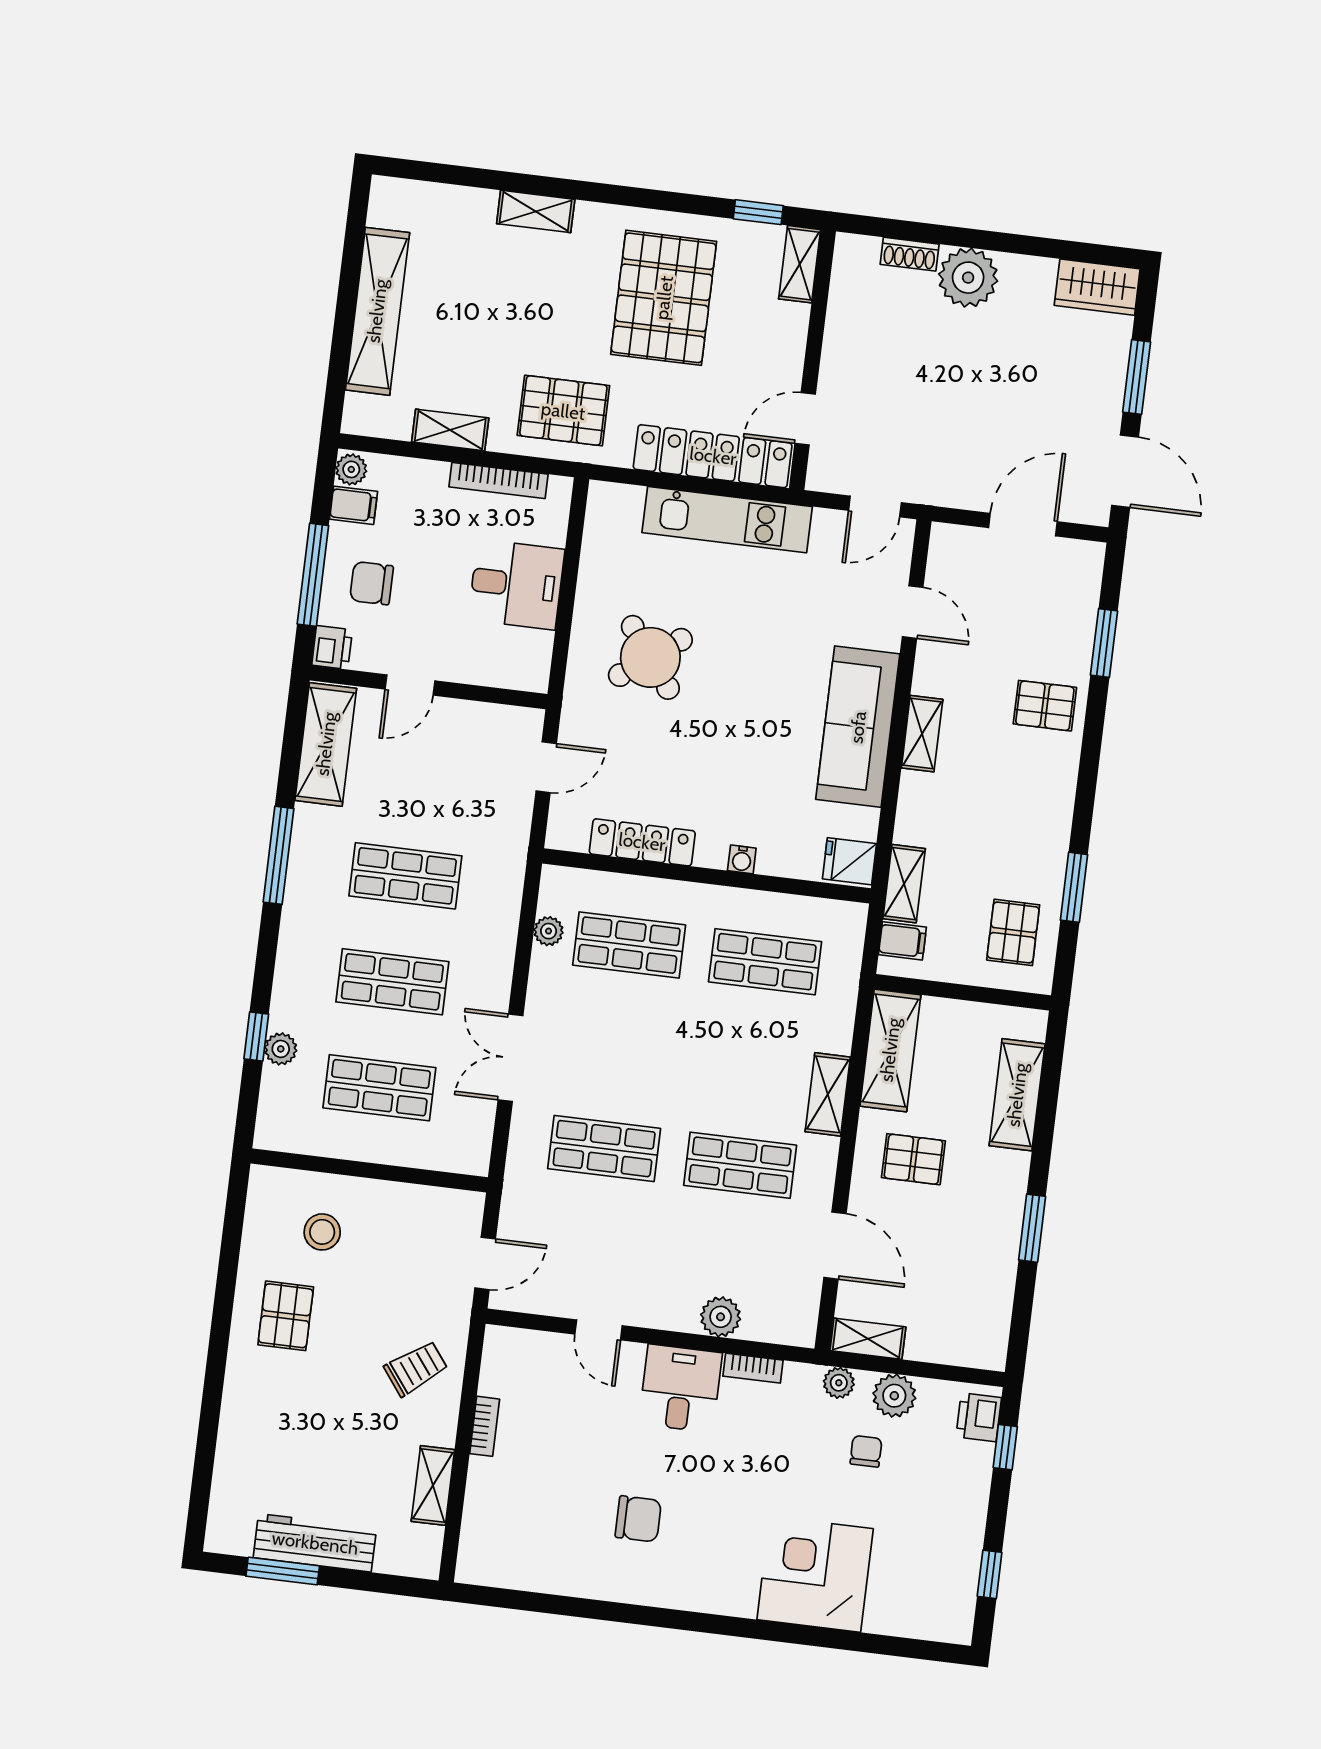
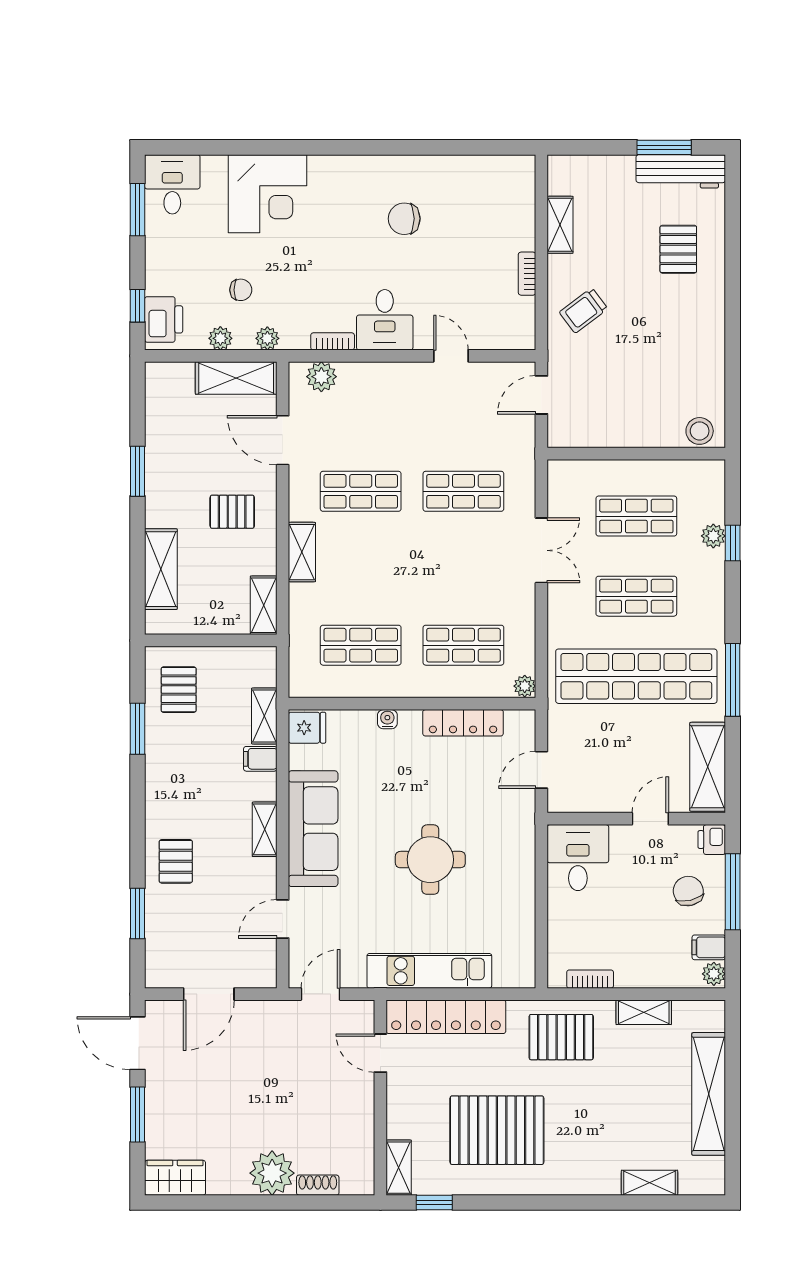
shelving: (536, 211) -> (650, 1183), moved
pallet: (664, 298) -> (497, 1130), turned 90
door: (805, 419) -> (380, 1053), swing flipped
bookcase: (499, 480) -> (590, 979), width x0.64
chair: (372, 583) -> (688, 891), turned -103
desk: (516, 585) -> (578, 858), moved, turned 90
door: (913, 612) -> (283, 919), hinge flipped
round table: (650, 657) -> (430, 860), moved, turned 37
pallet: (1045, 706) -> (176, 861), turned 90
shop shelf: (405, 876) -> (636, 676), width x2.00, depth x1.36
plant: (549, 931) -> (525, 686), moved
filing cabinet: (902, 941) -> (260, 759), moved
shelving: (890, 1050) -> (264, 605), width x0.67, depth x0.75
stool: (322, 1232) -> (700, 431), moved
pallet: (286, 1316) -> (678, 249), moved
plant: (721, 1317) -> (321, 377), moved
shelving: (868, 1339) -> (236, 378), width x1.50, depth x1.33
plant: (894, 1396) -> (220, 338), width x0.73, depth x0.73
printer: (979, 1417) -> (164, 319), width x1.36, depth x1.24
chair: (866, 1451) -> (241, 290), turned -90
workbench: (315, 1543) -> (681, 171), moved
window: (990, 1574) -> (138, 210), width x1.50
desk: (939, 1602) -> (172, 184), added

